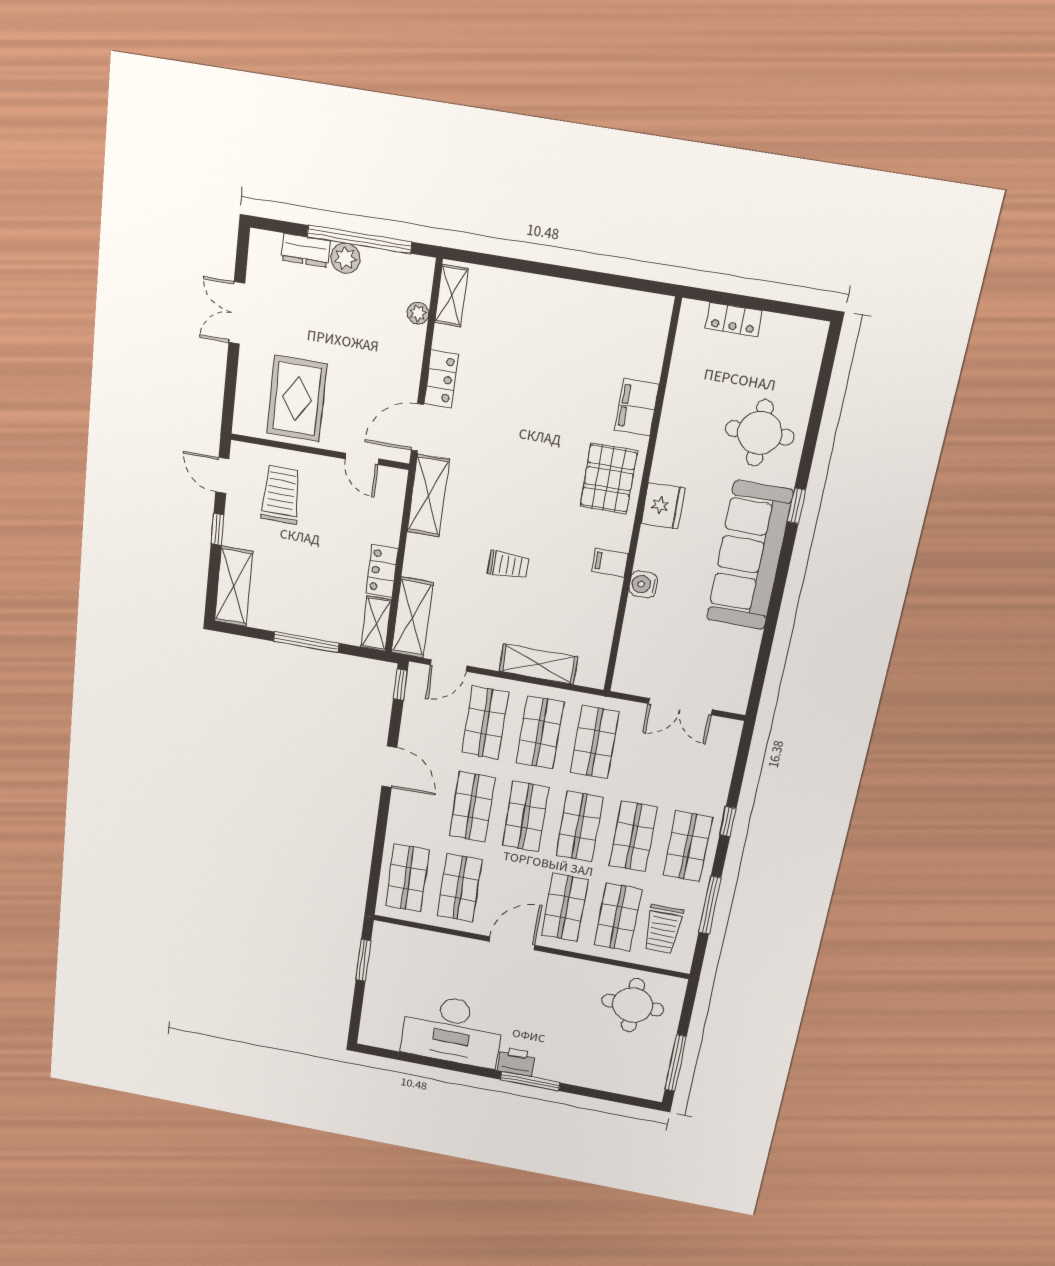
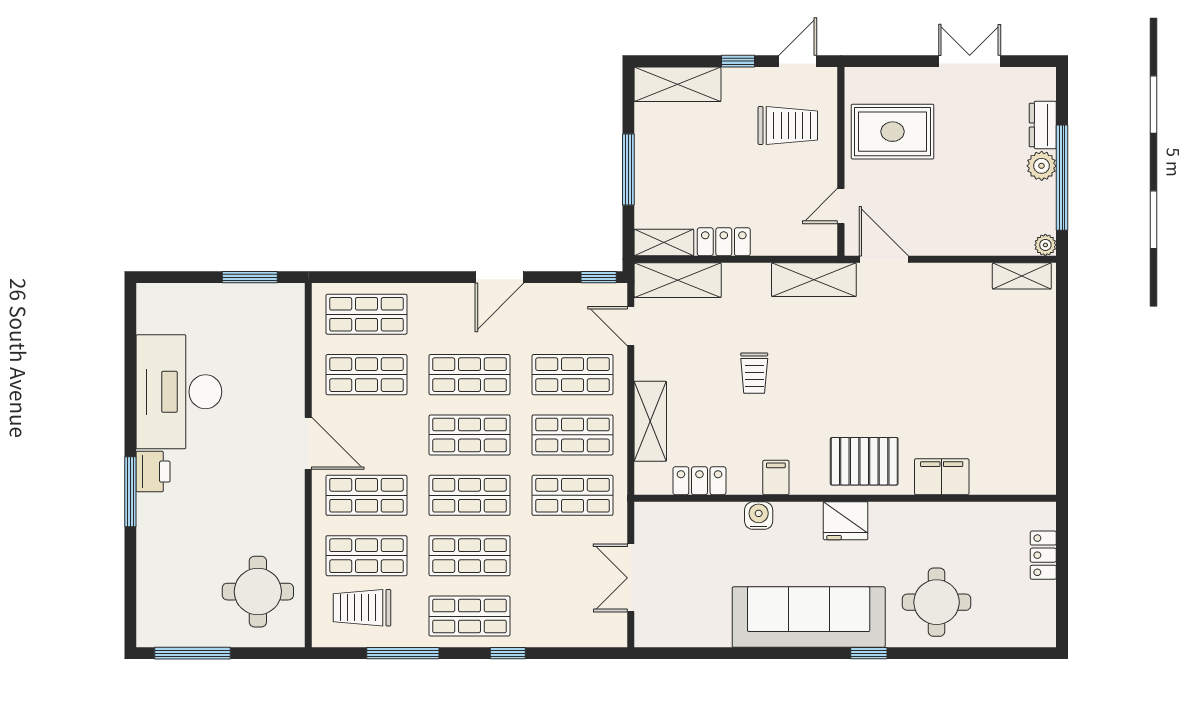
plant: (418, 313) -> (1045, 245), moved
locker: (441, 379) -> (699, 481), moved, turned 180

